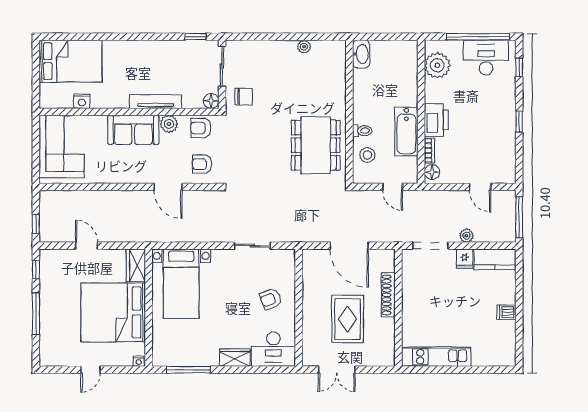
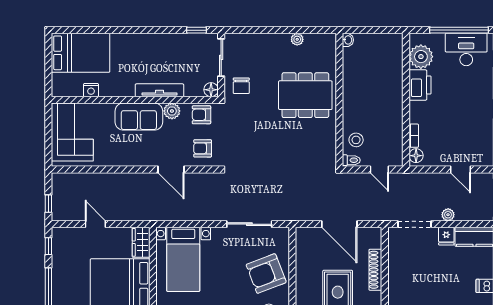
washbasin: (361, 54) -> (348, 40), width x0.52, depth x0.69
chair: (244, 97) -> (241, 86), turned 90
printer: (436, 120) -> (420, 85), moved
toilet: (362, 131) -> (351, 160), moved
bathtub: (406, 131) -> (392, 118), removed
dining table: (316, 145) -> (305, 95), moved, turned 90
sliding door: (252, 246) -> (249, 224), width x1.37
armchair: (271, 299) -> (266, 274), width x1.88, depth x1.88

